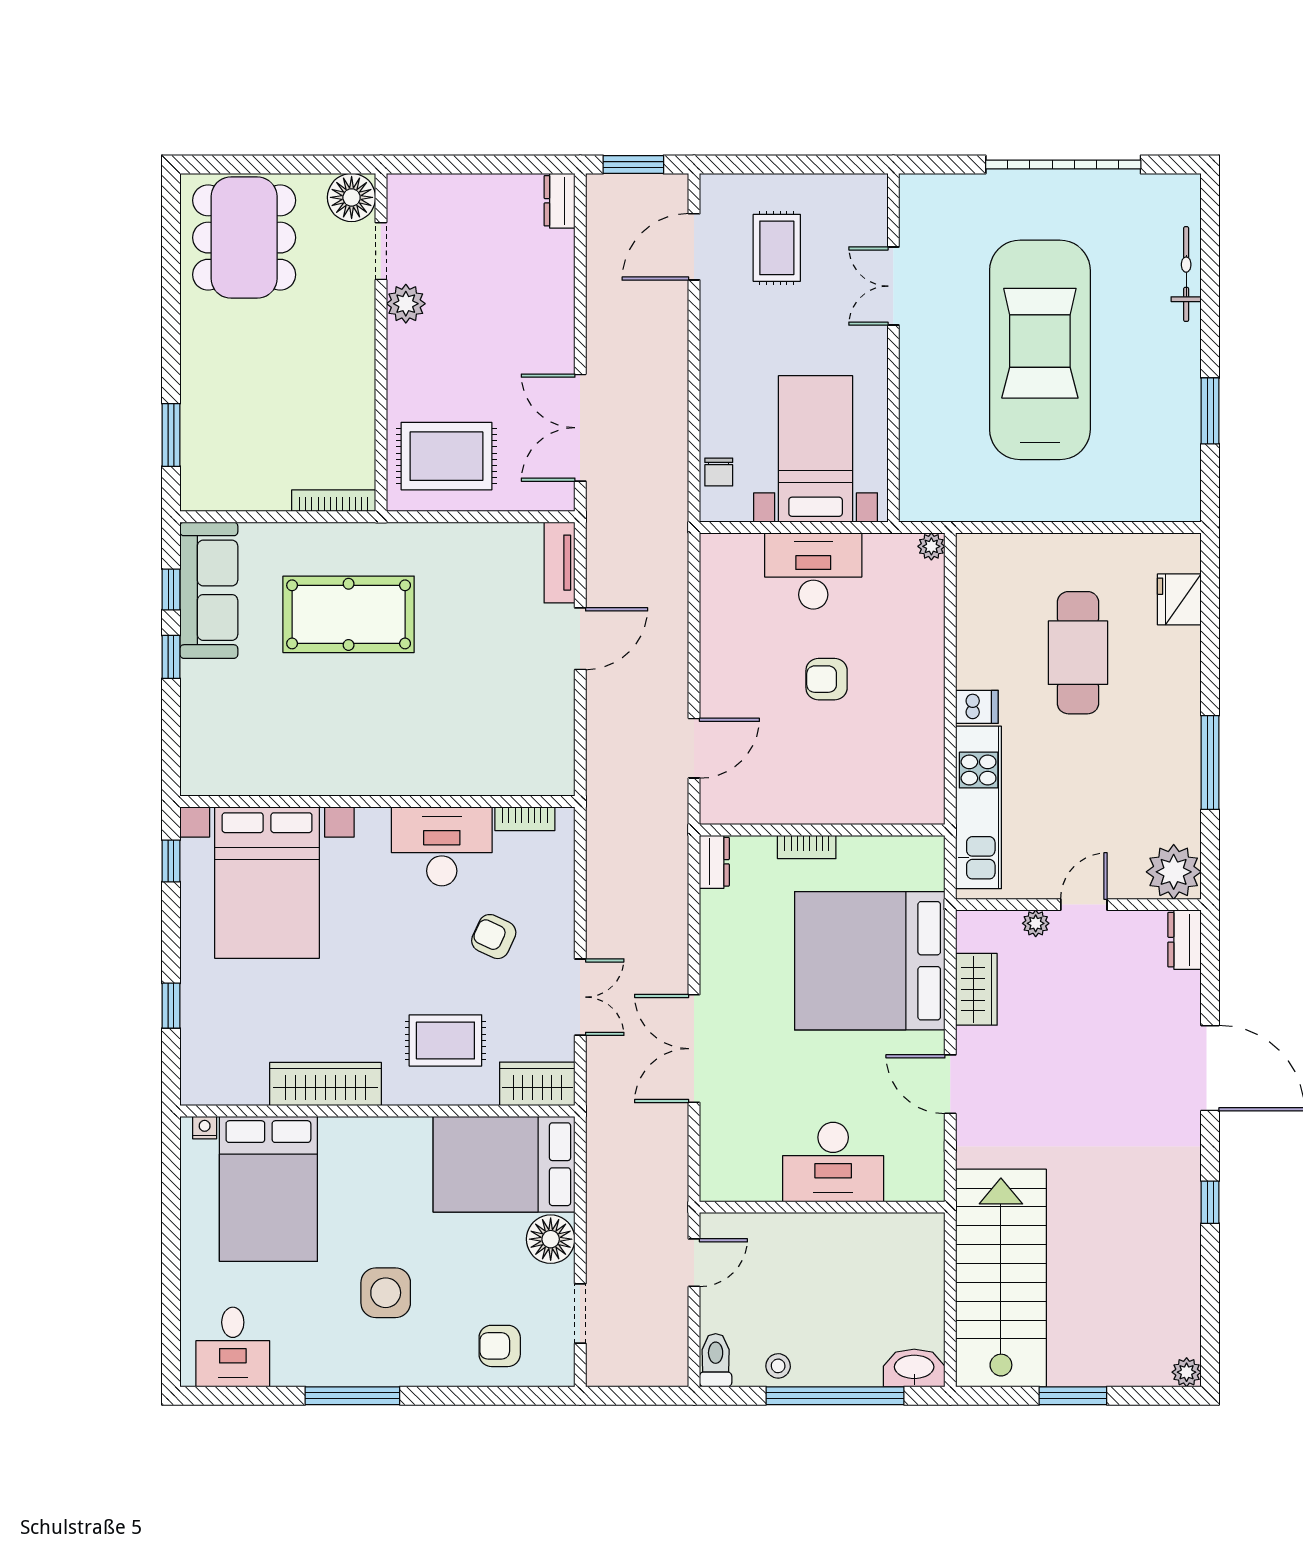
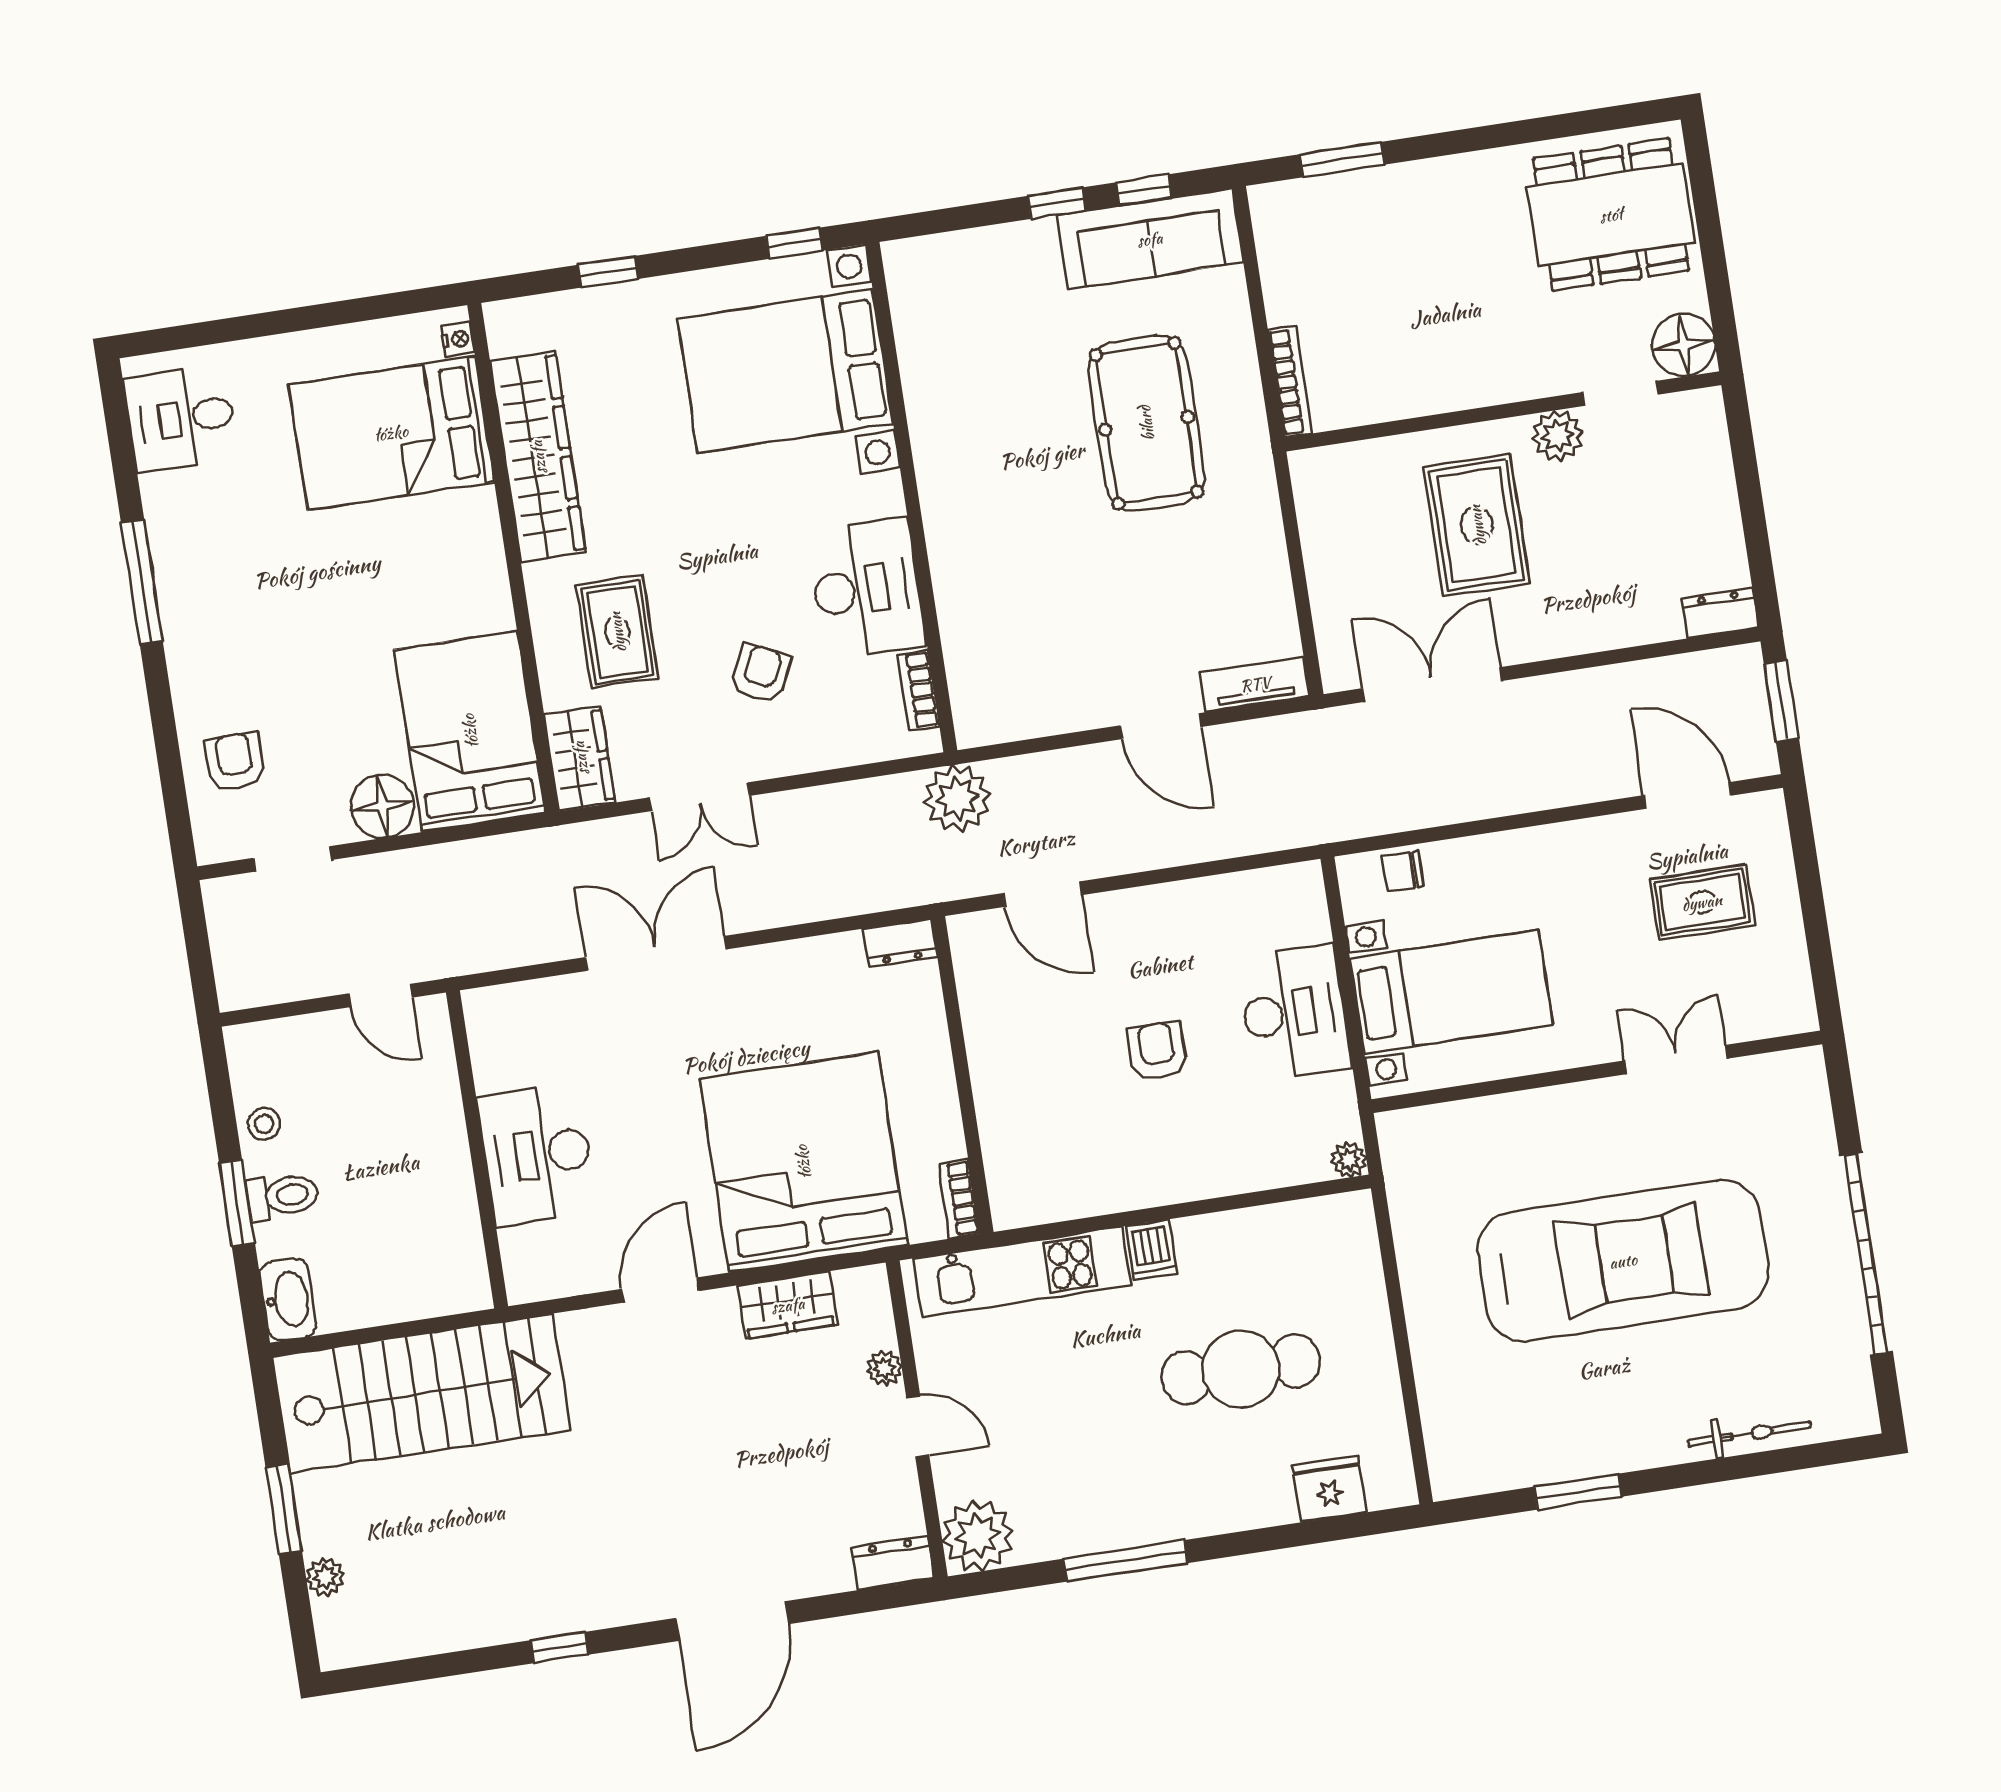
rug: (446, 456) -> (1477, 525), moved
plant: (611, 802) -> (957, 798), added
bookcase: (807, 847) -> (959, 1199), moved
wardrobe: (326, 1084) -> (538, 457), width x1.40, depth x1.17
side table: (386, 1293) -> (281, 605), removed
toilet: (716, 1360) -> (283, 1196), moved
plant: (1187, 1372) -> (325, 1577), moved
window: (835, 1396) -> (237, 1203), width x0.47

